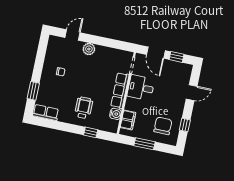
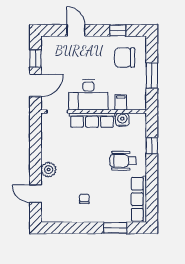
desk: (141, 88) -> (88, 95), width x1.37
row of seats: (46, 113) -> (139, 199), width x1.48
filing cabinet: (128, 120) -> (121, 102), width x0.50

